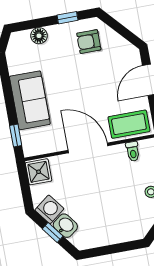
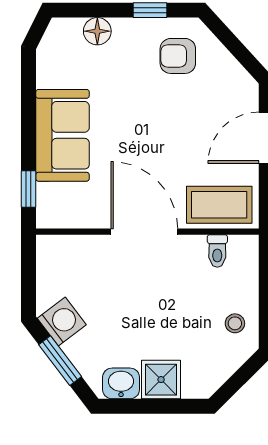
shower: (39, 172) -> (161, 380), moved
washbasin: (65, 226) -> (121, 383), moved, turned -53
window: (53, 232) -> (60, 361), width x1.50

